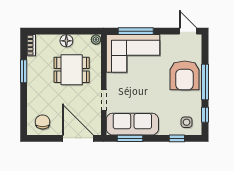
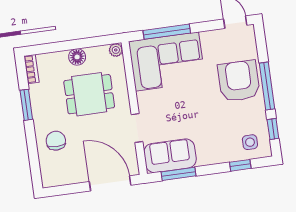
armchair: (185, 75) -> (239, 81), turned 180
chair: (43, 122) -> (56, 141), moved
sofa: (132, 124) -> (170, 156), width x0.73

